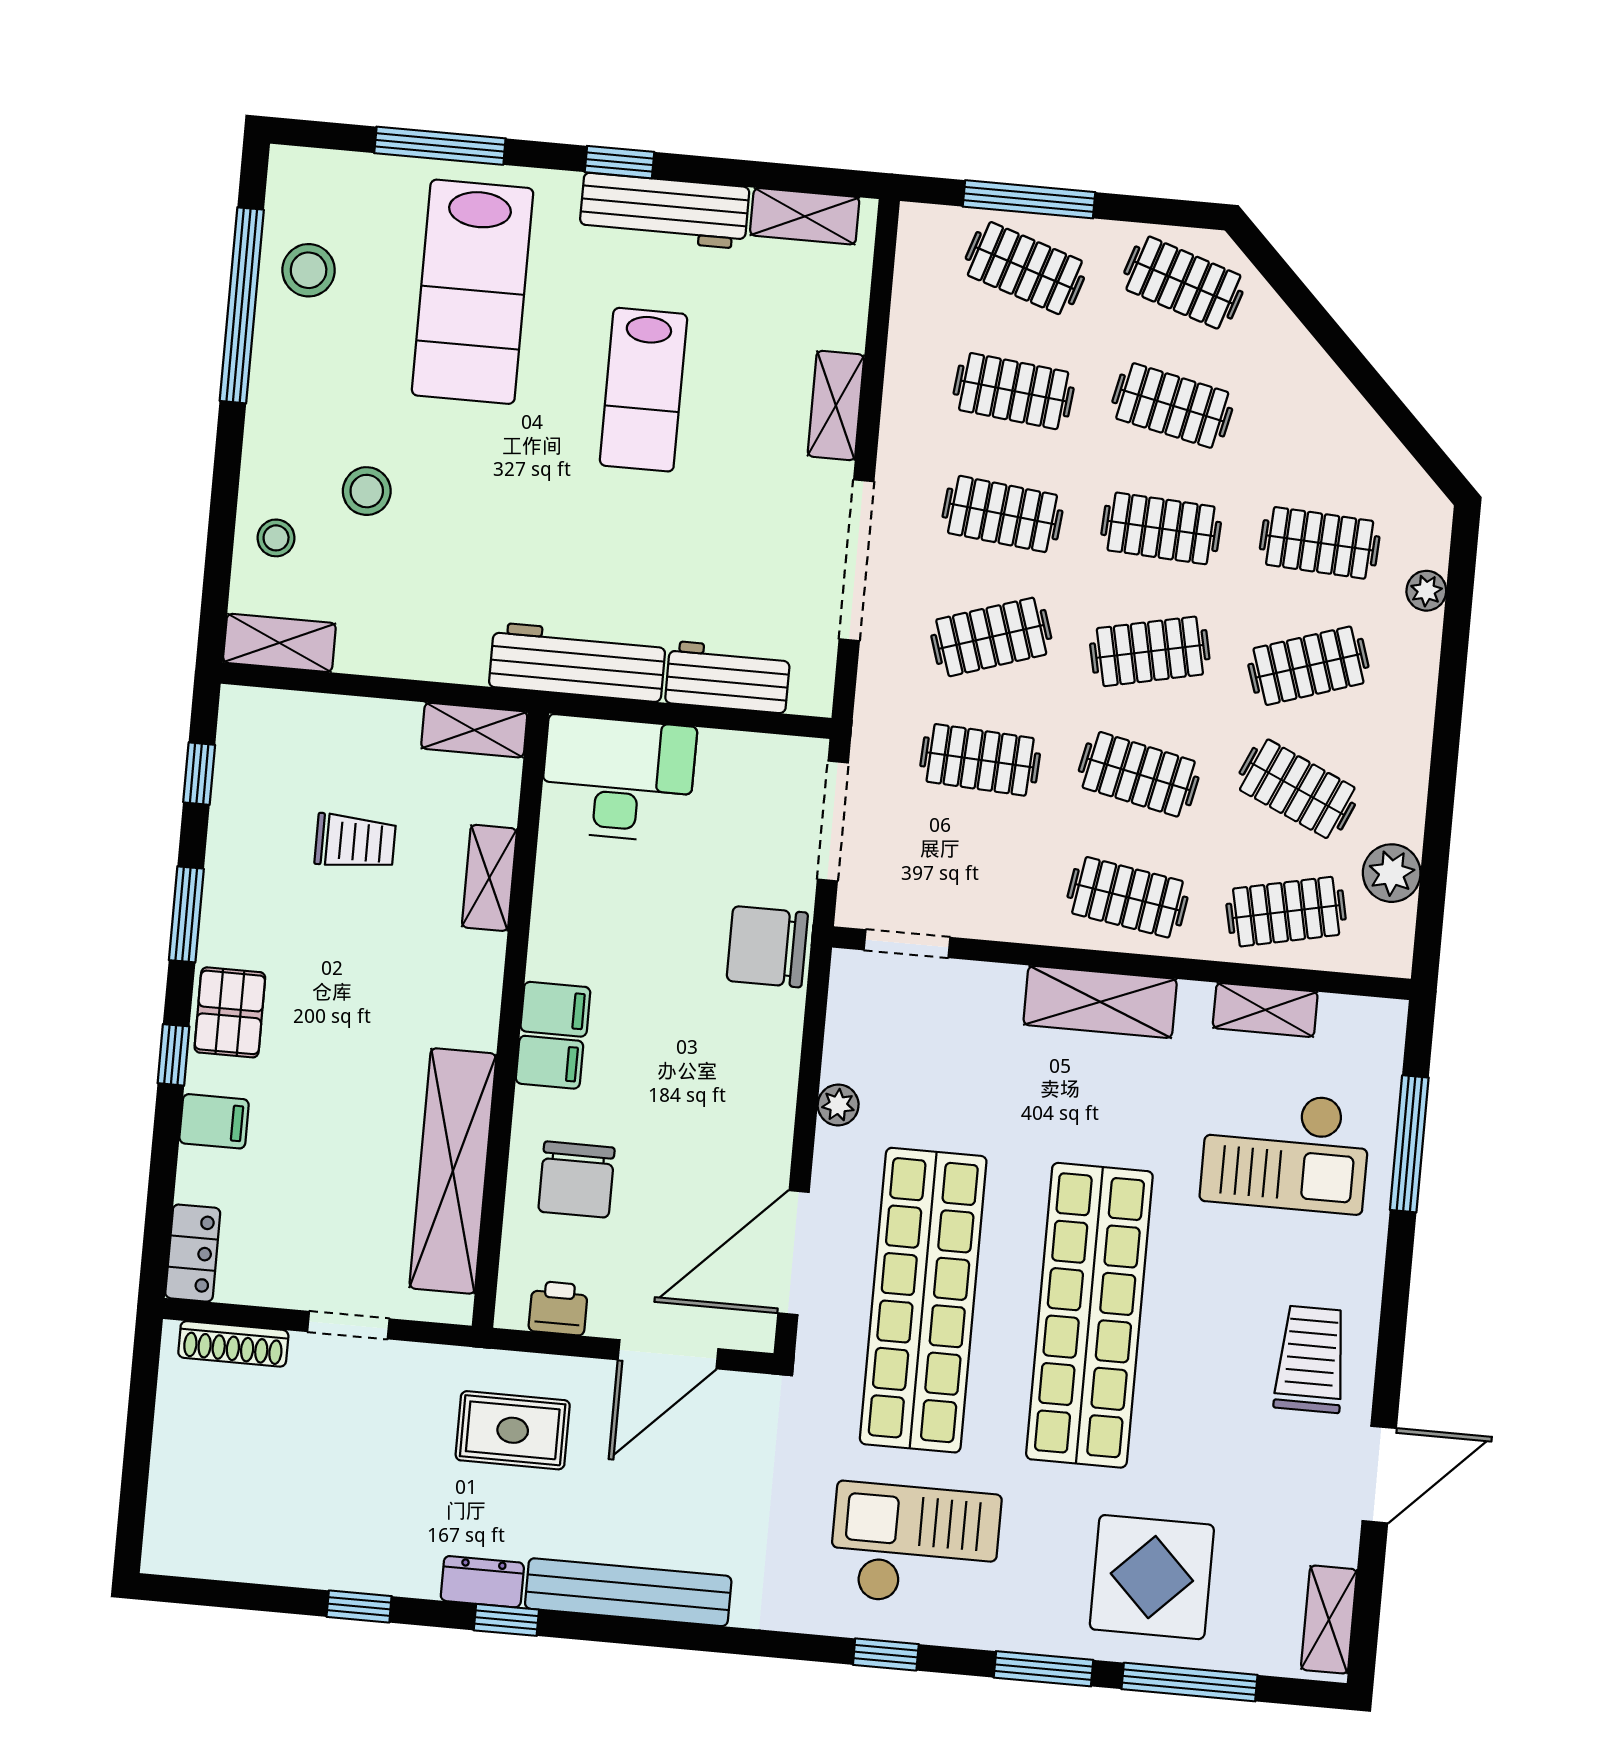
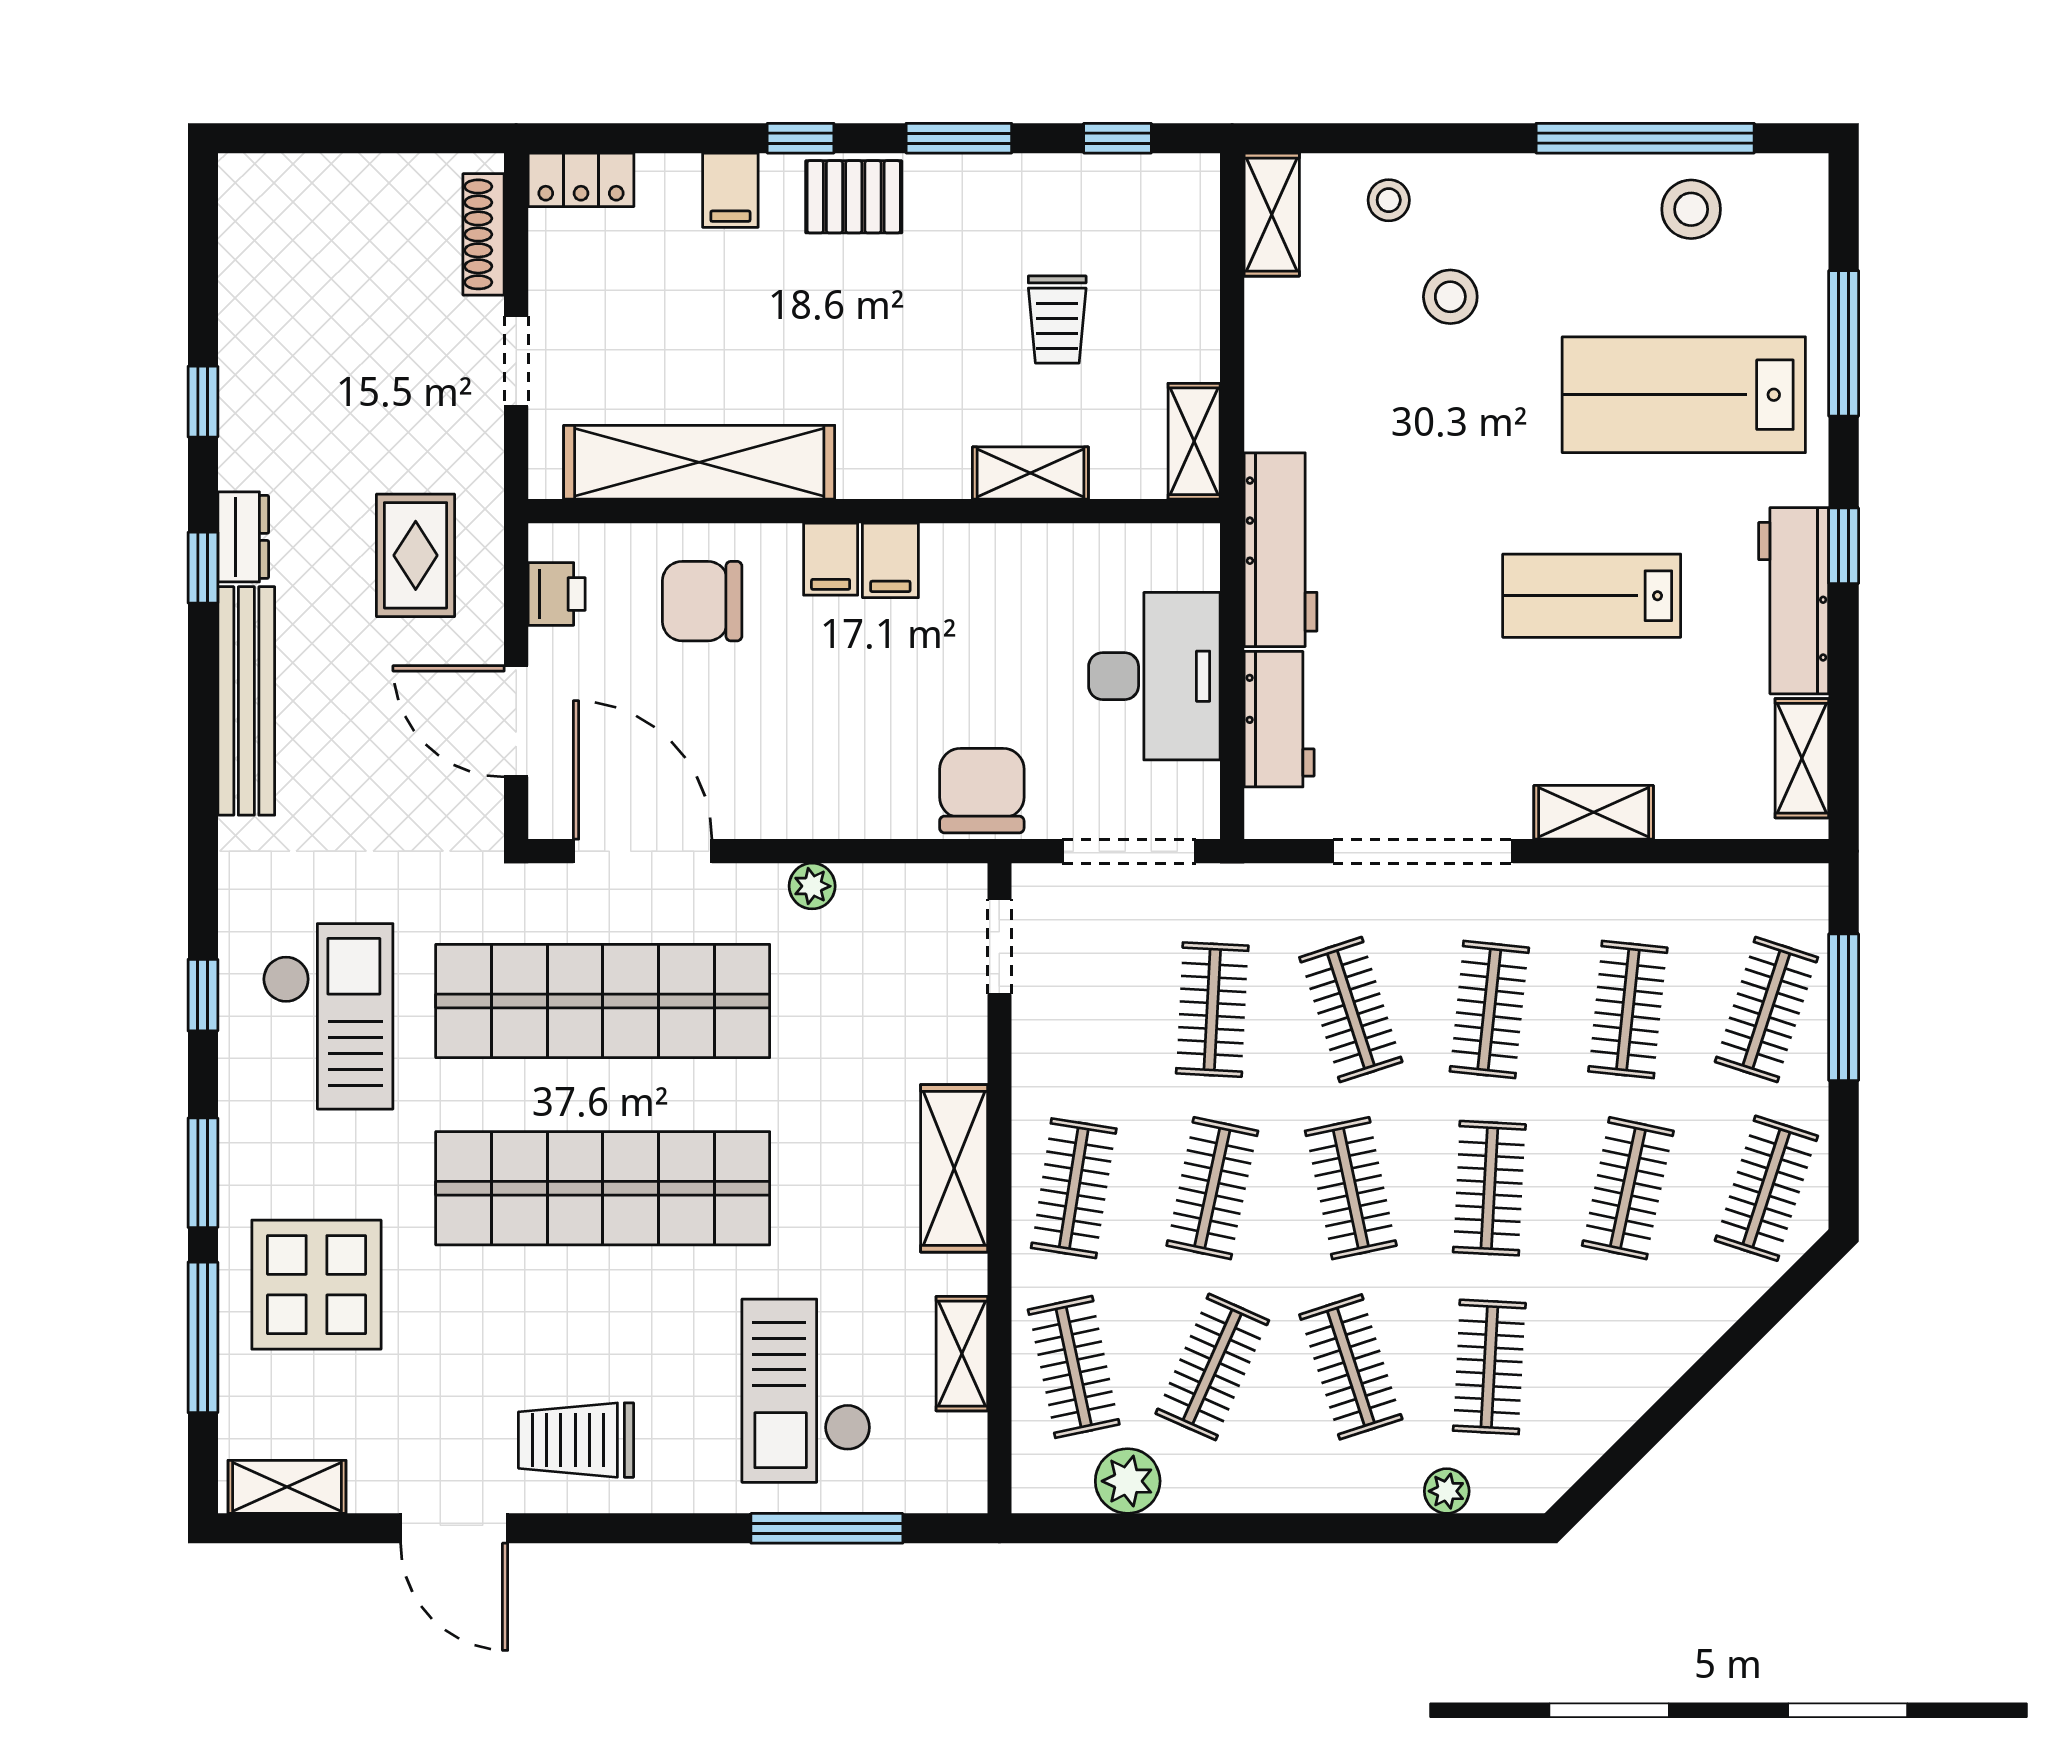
desk: (618, 779) -> (1154, 676), moved
trolley: (1311, 1359) -> (576, 1440), turned 180

